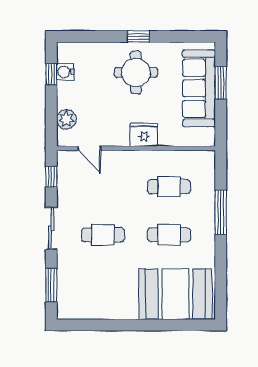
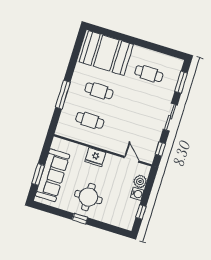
water cooler: (65, 72) -> (137, 194), moved
cafe table: (103, 235) -> (149, 74), moved

